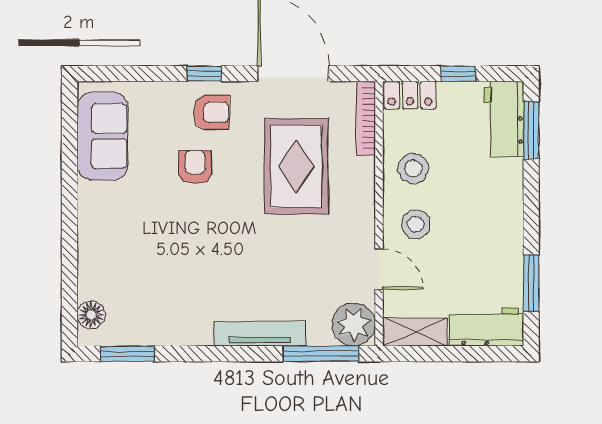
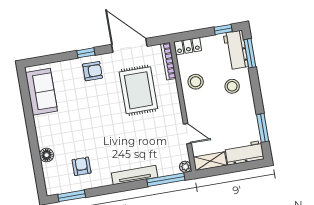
window: (458, 74) -> (223, 29), moved
armchair: (195, 167) -> (82, 166), moved
stool: (416, 224) -> (232, 86), moved
floor lamp: (91, 315) -> (47, 155), moved
plant: (354, 325) -> (185, 167), width x0.53, depth x0.53

